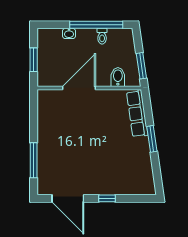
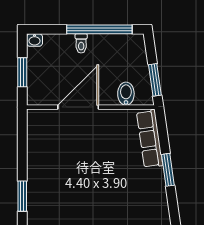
washbasin: (69, 33) -> (34, 40), moved
toilet: (102, 36) -> (81, 43), moved
window: (34, 160) -> (22, 196), width x0.69

